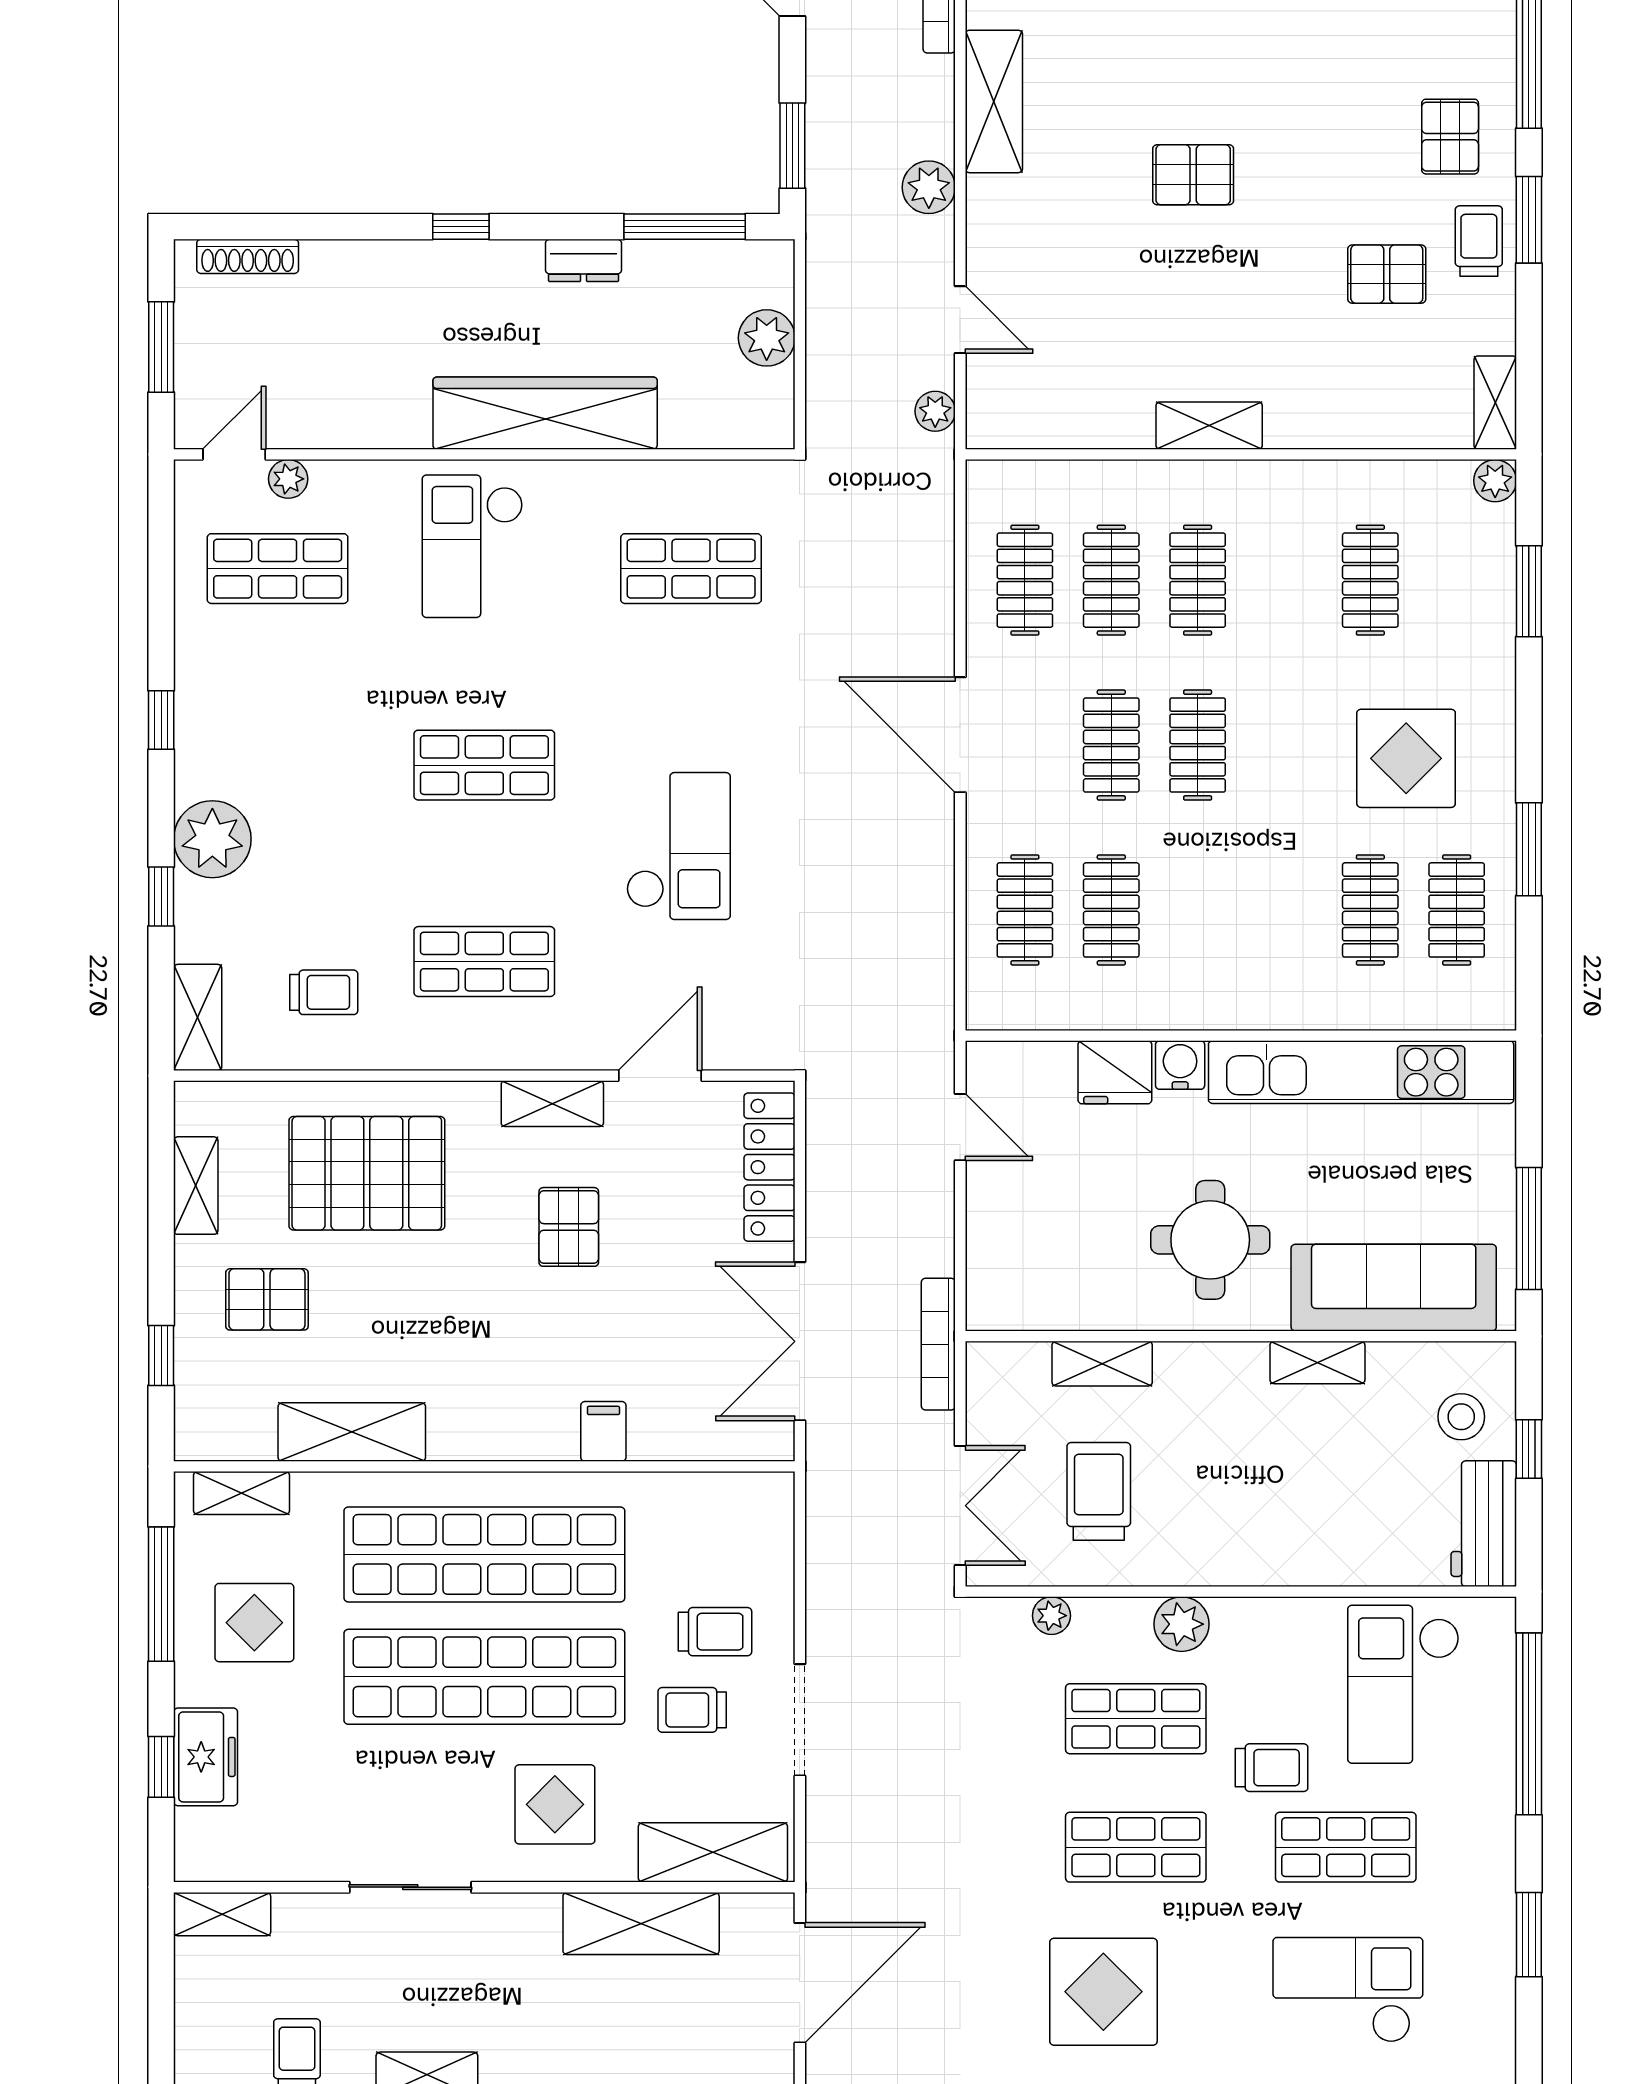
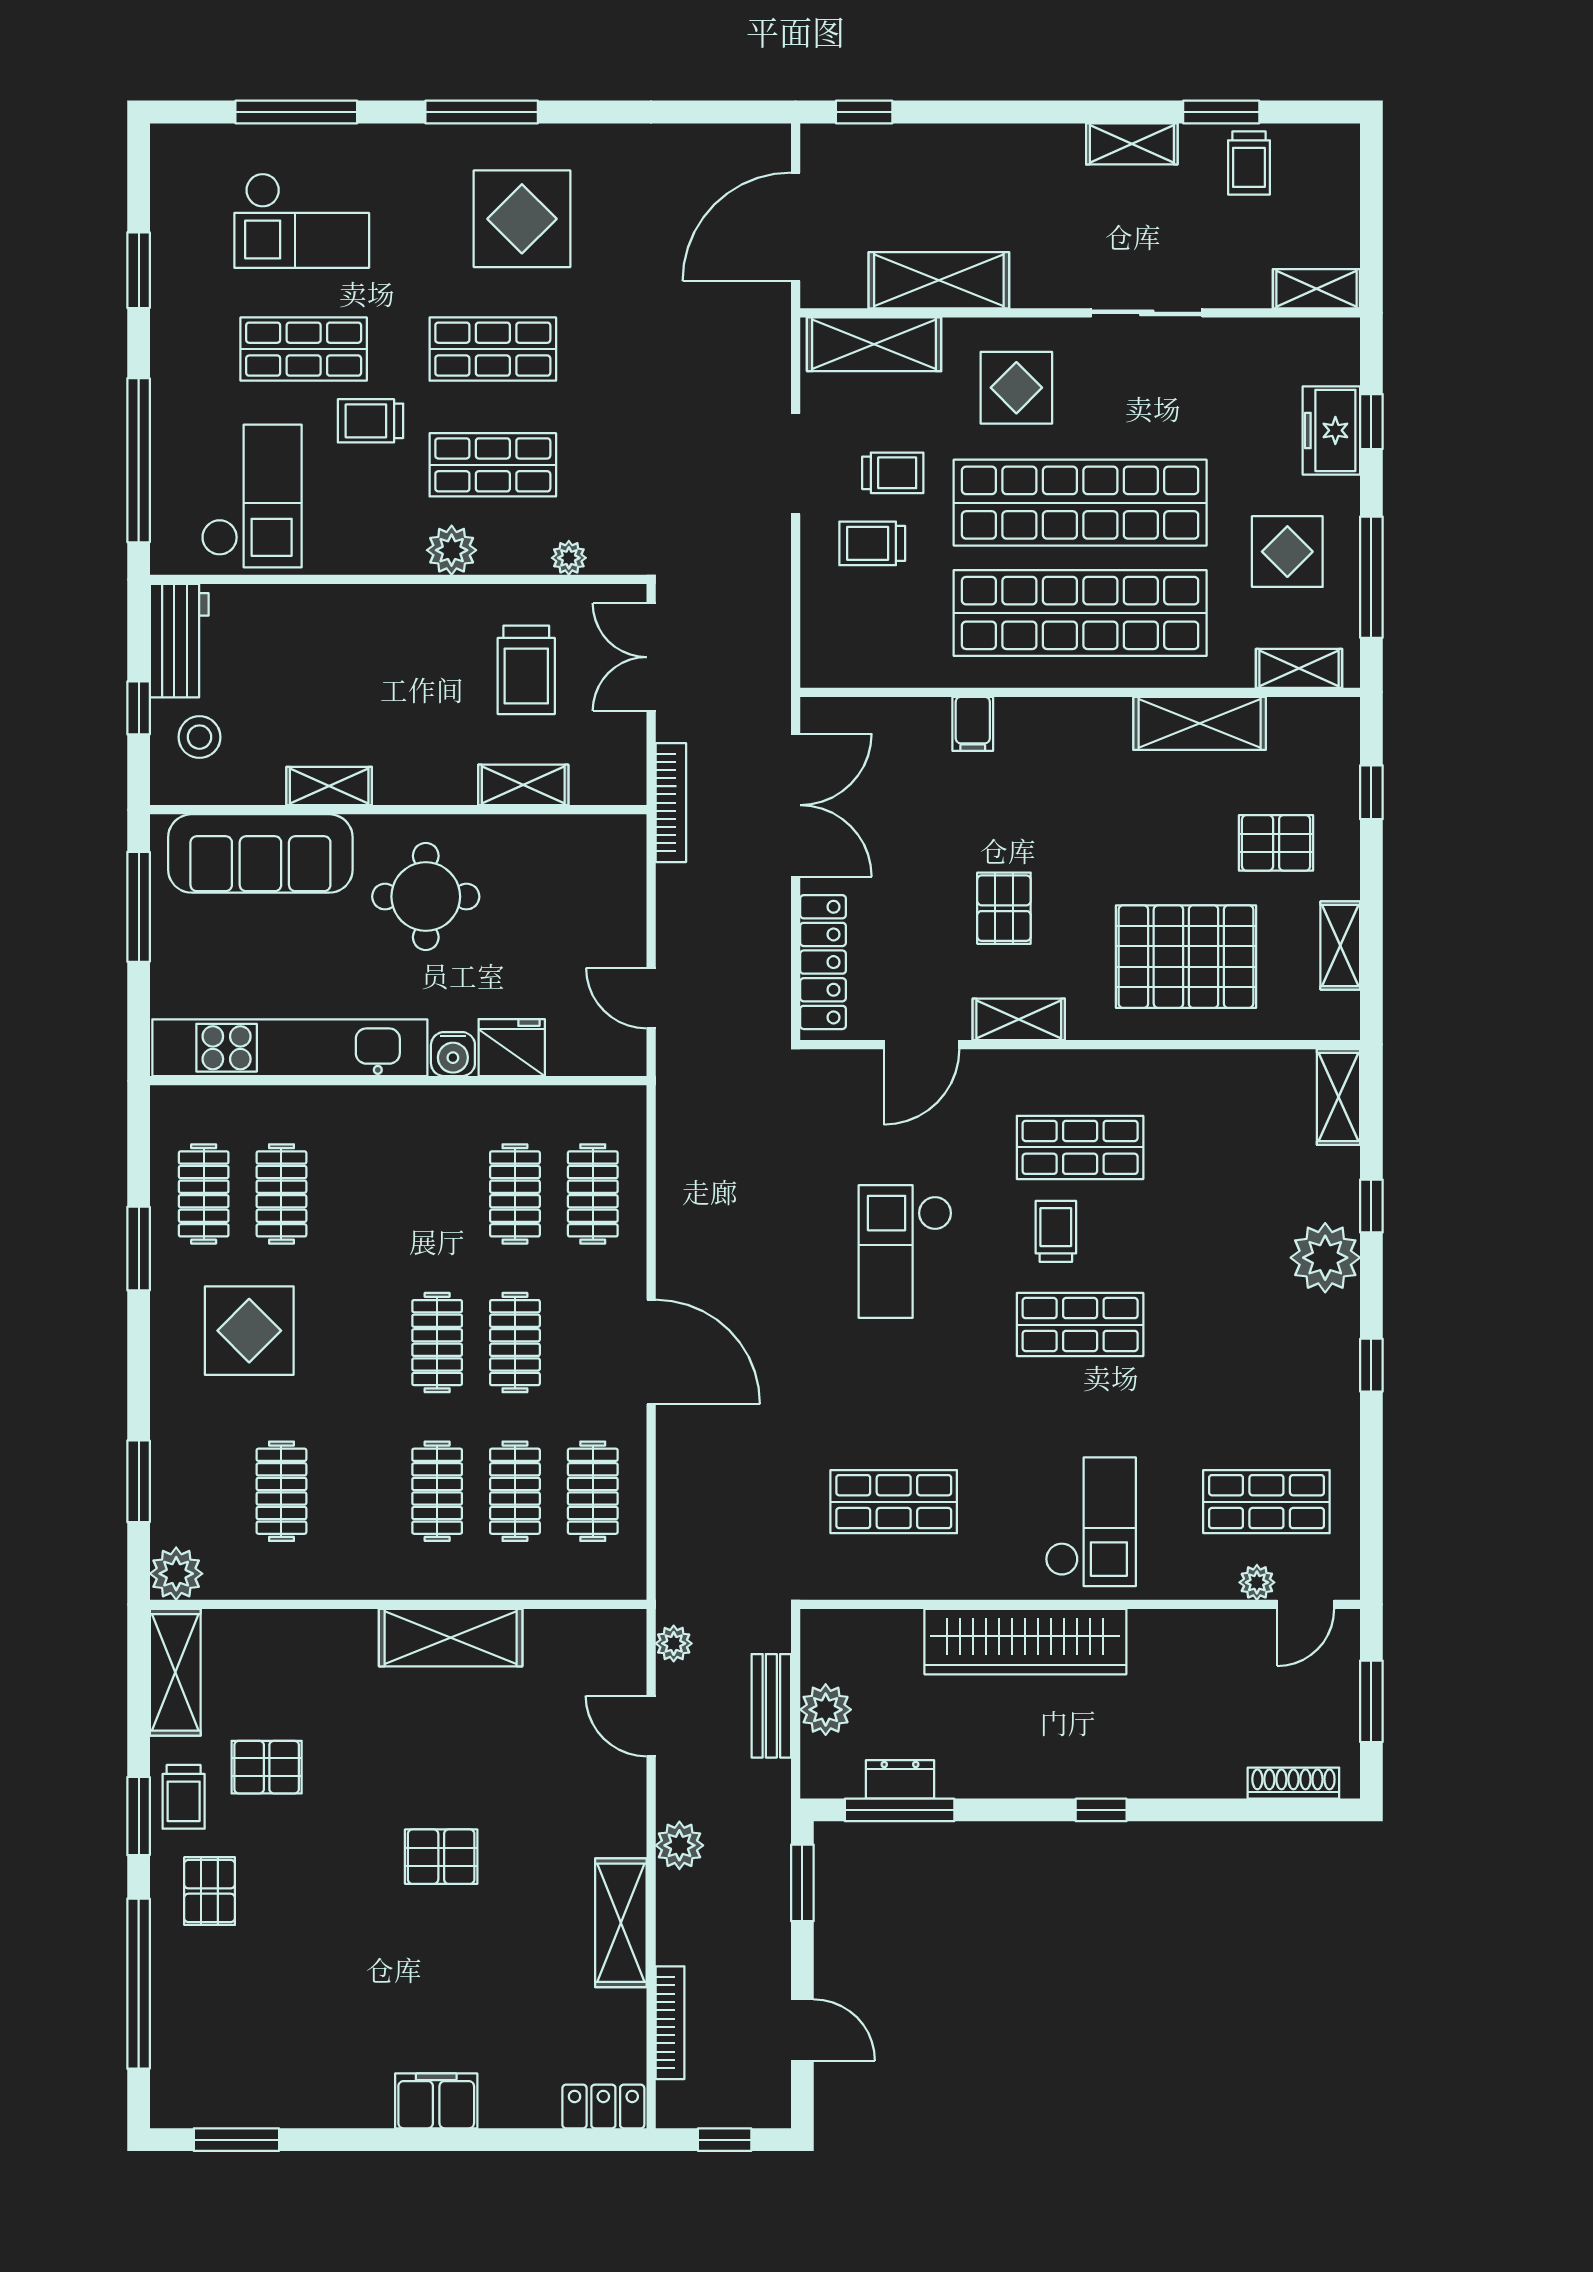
dresser: (584, 260) -> (900, 1779), moved
bench: (827, 342) -> (771, 1706), added
shelving: (1495, 403) -> (175, 1672), width x1.50, depth x1.33
shelving: (1209, 426) -> (451, 1638), width x1.50, depth x1.33
plant: (1495, 481) -> (176, 1574), width x1.38, depth x1.38
trolley: (324, 992) -> (1056, 1231), moved, turned 90

